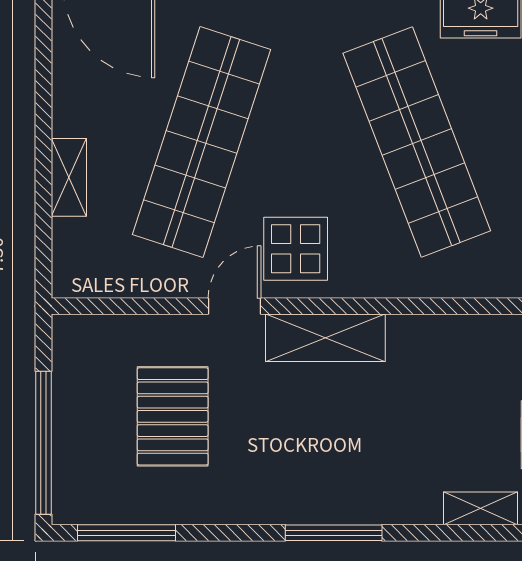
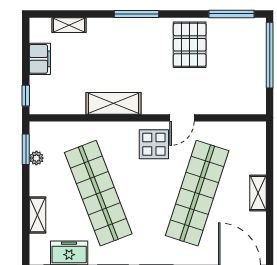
shelving: (69, 177) -> (258, 193), moved
shelving: (325, 338) -> (113, 103), moved
pallet: (173, 416) -> (190, 45), moved

